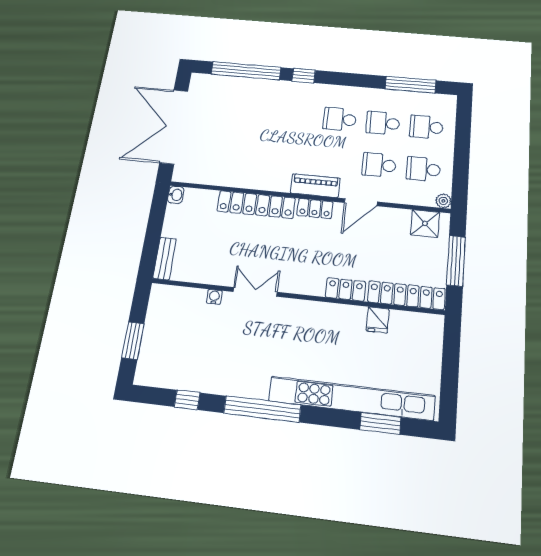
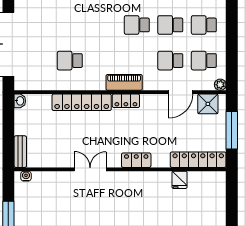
school desk: (248, 153) -> (70, 61), added
door: (361, 202) -> (181, 92), moved
locker: (346, 289) -> (136, 160), moved
water cooler: (214, 297) -> (26, 176), moved

